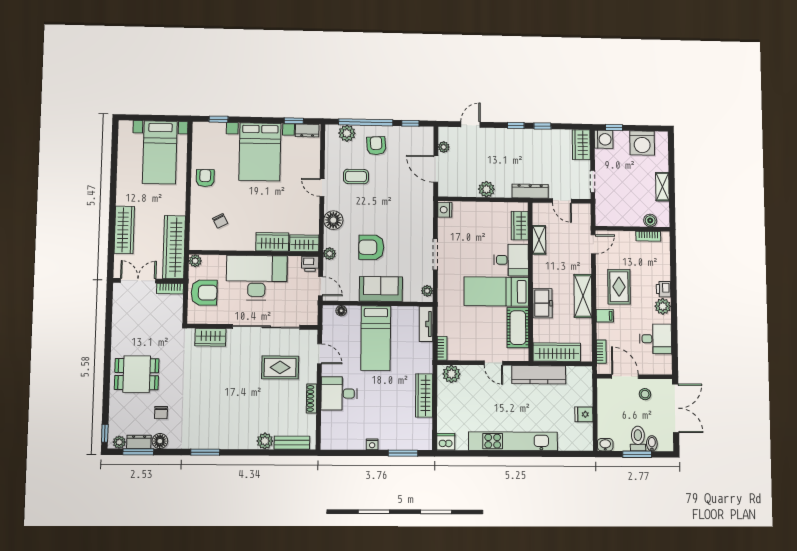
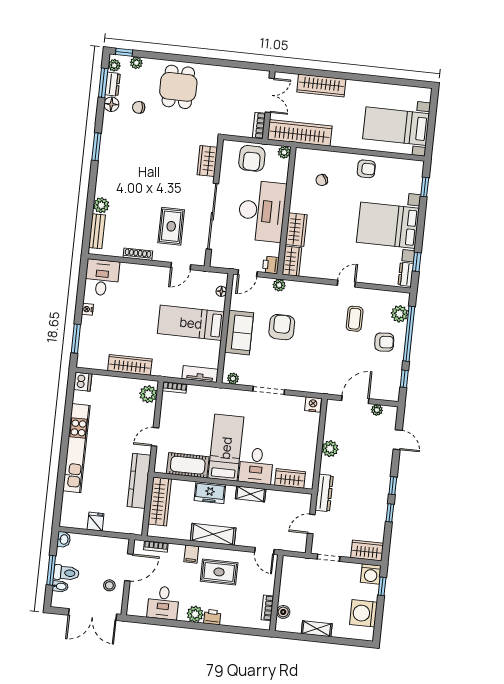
floor lamp: (333, 220) -> (312, 292), removed
shelving: (539, 240) -> (251, 494), moved
desk: (339, 393) -> (102, 278), moved
plant: (115, 420) -> (136, 63), added

